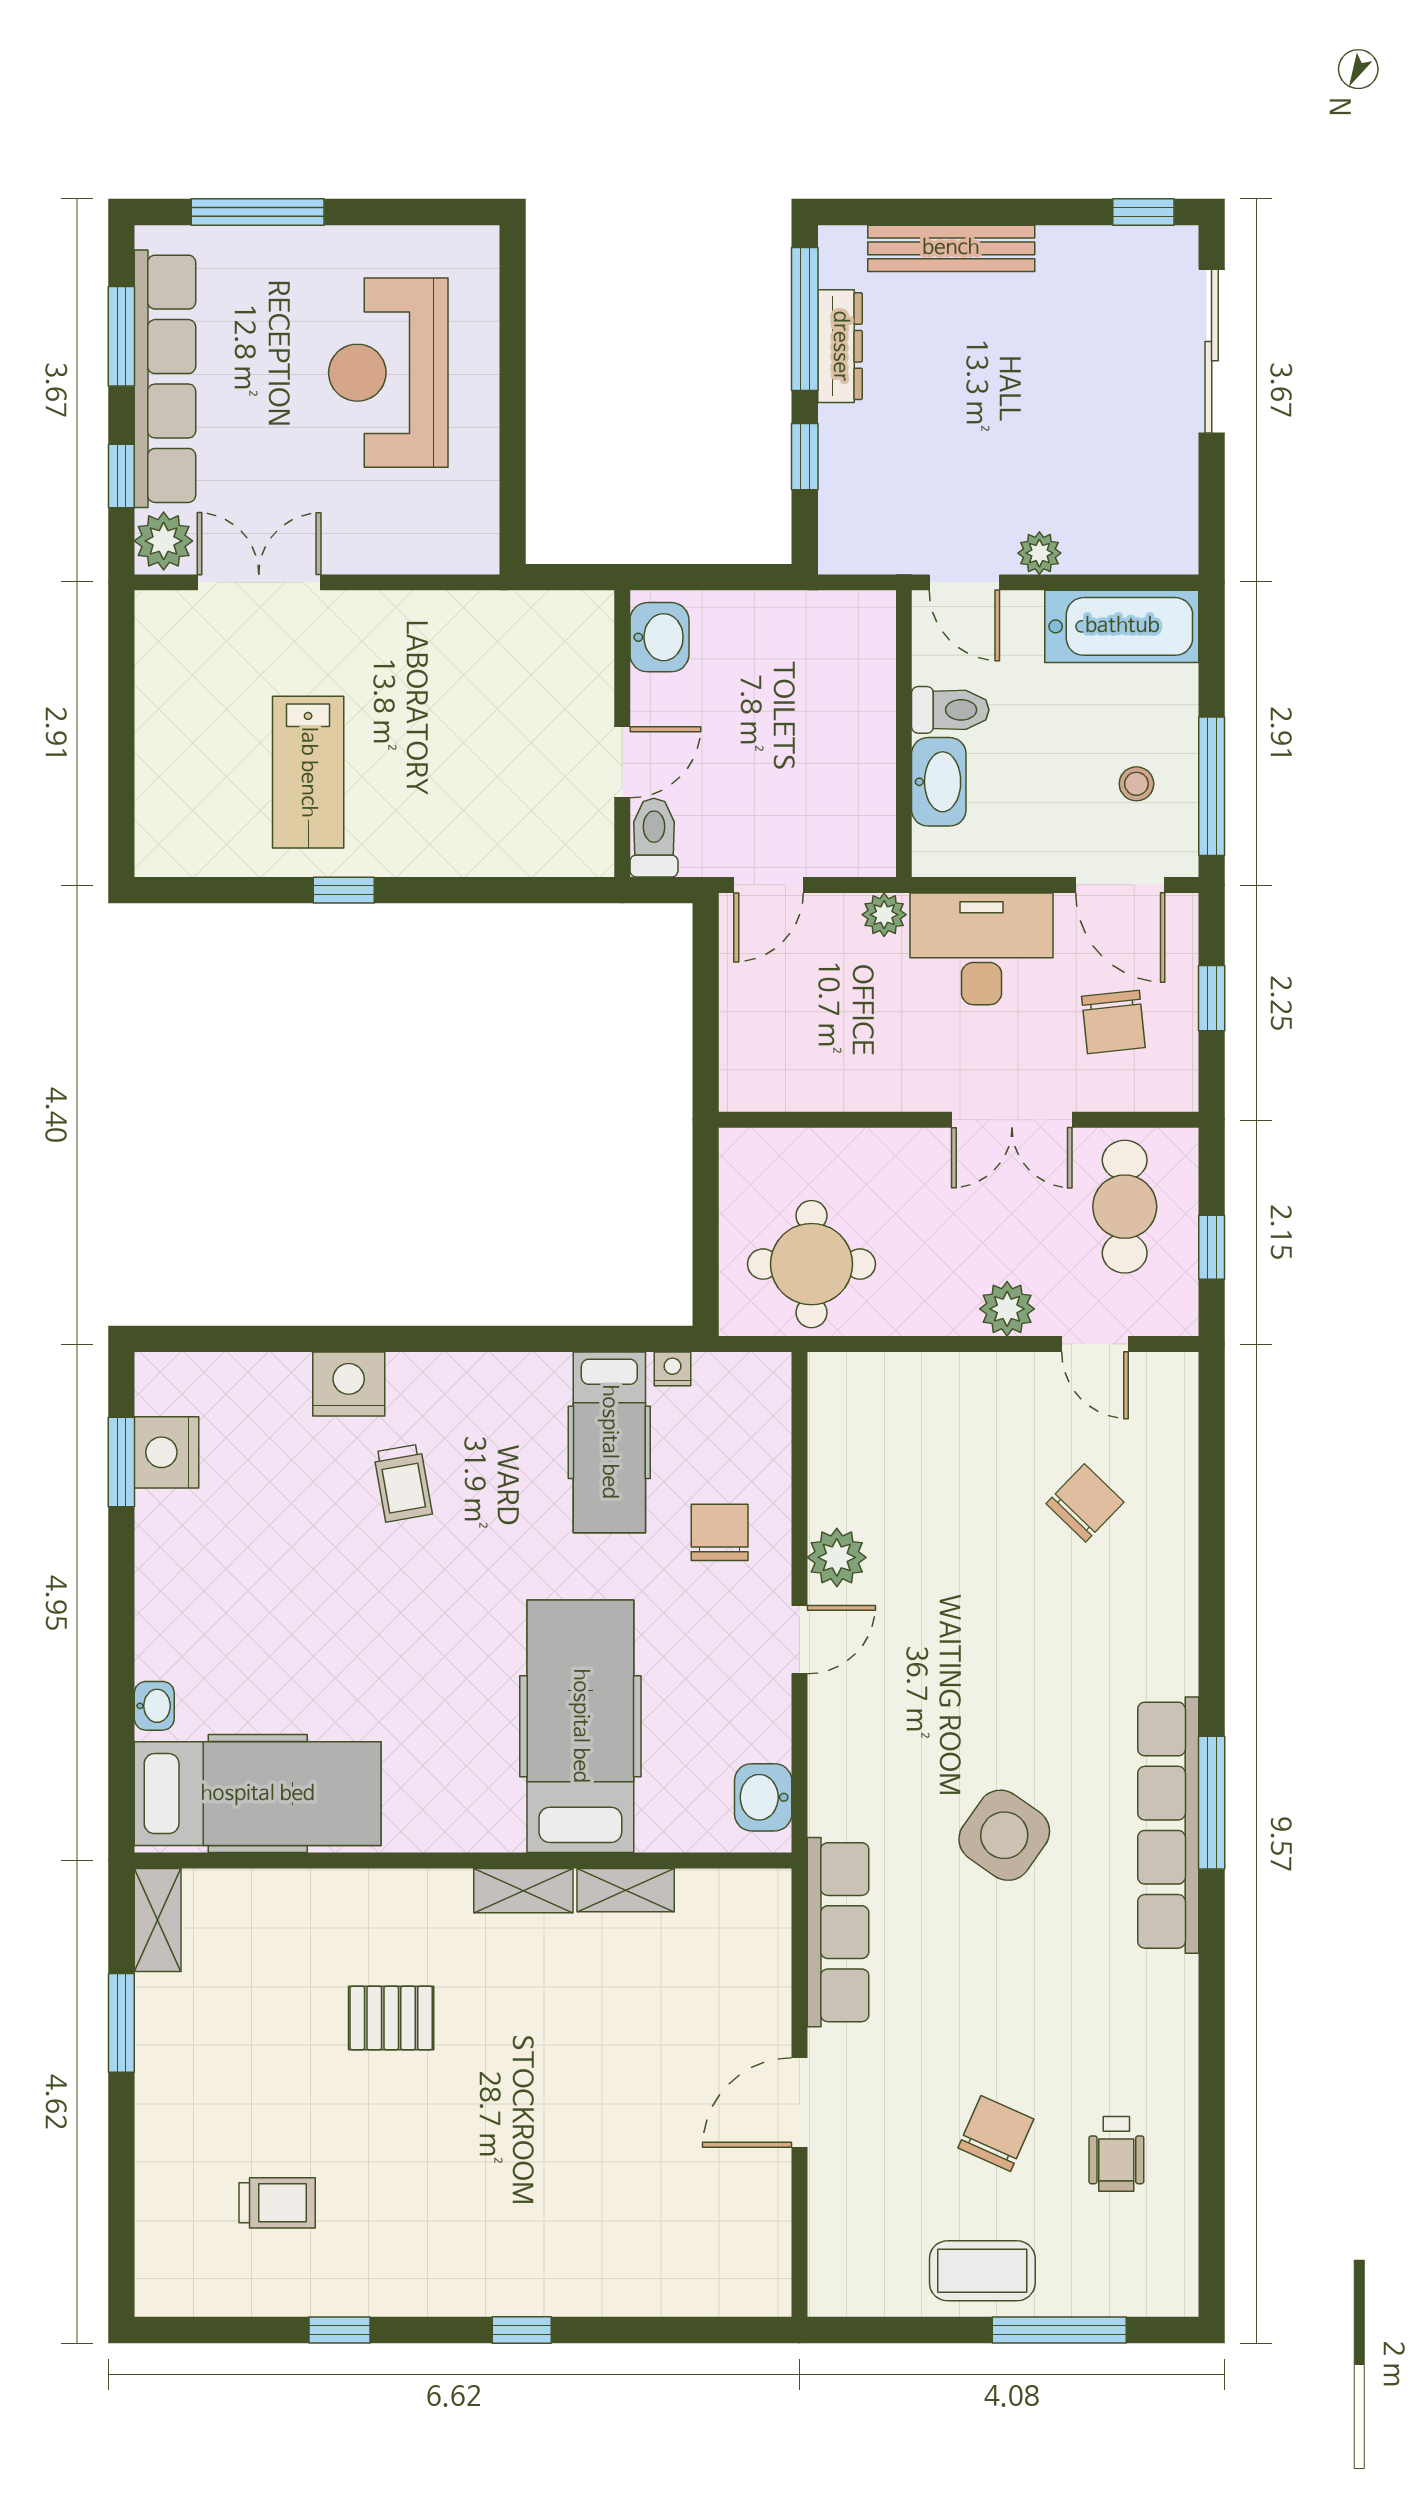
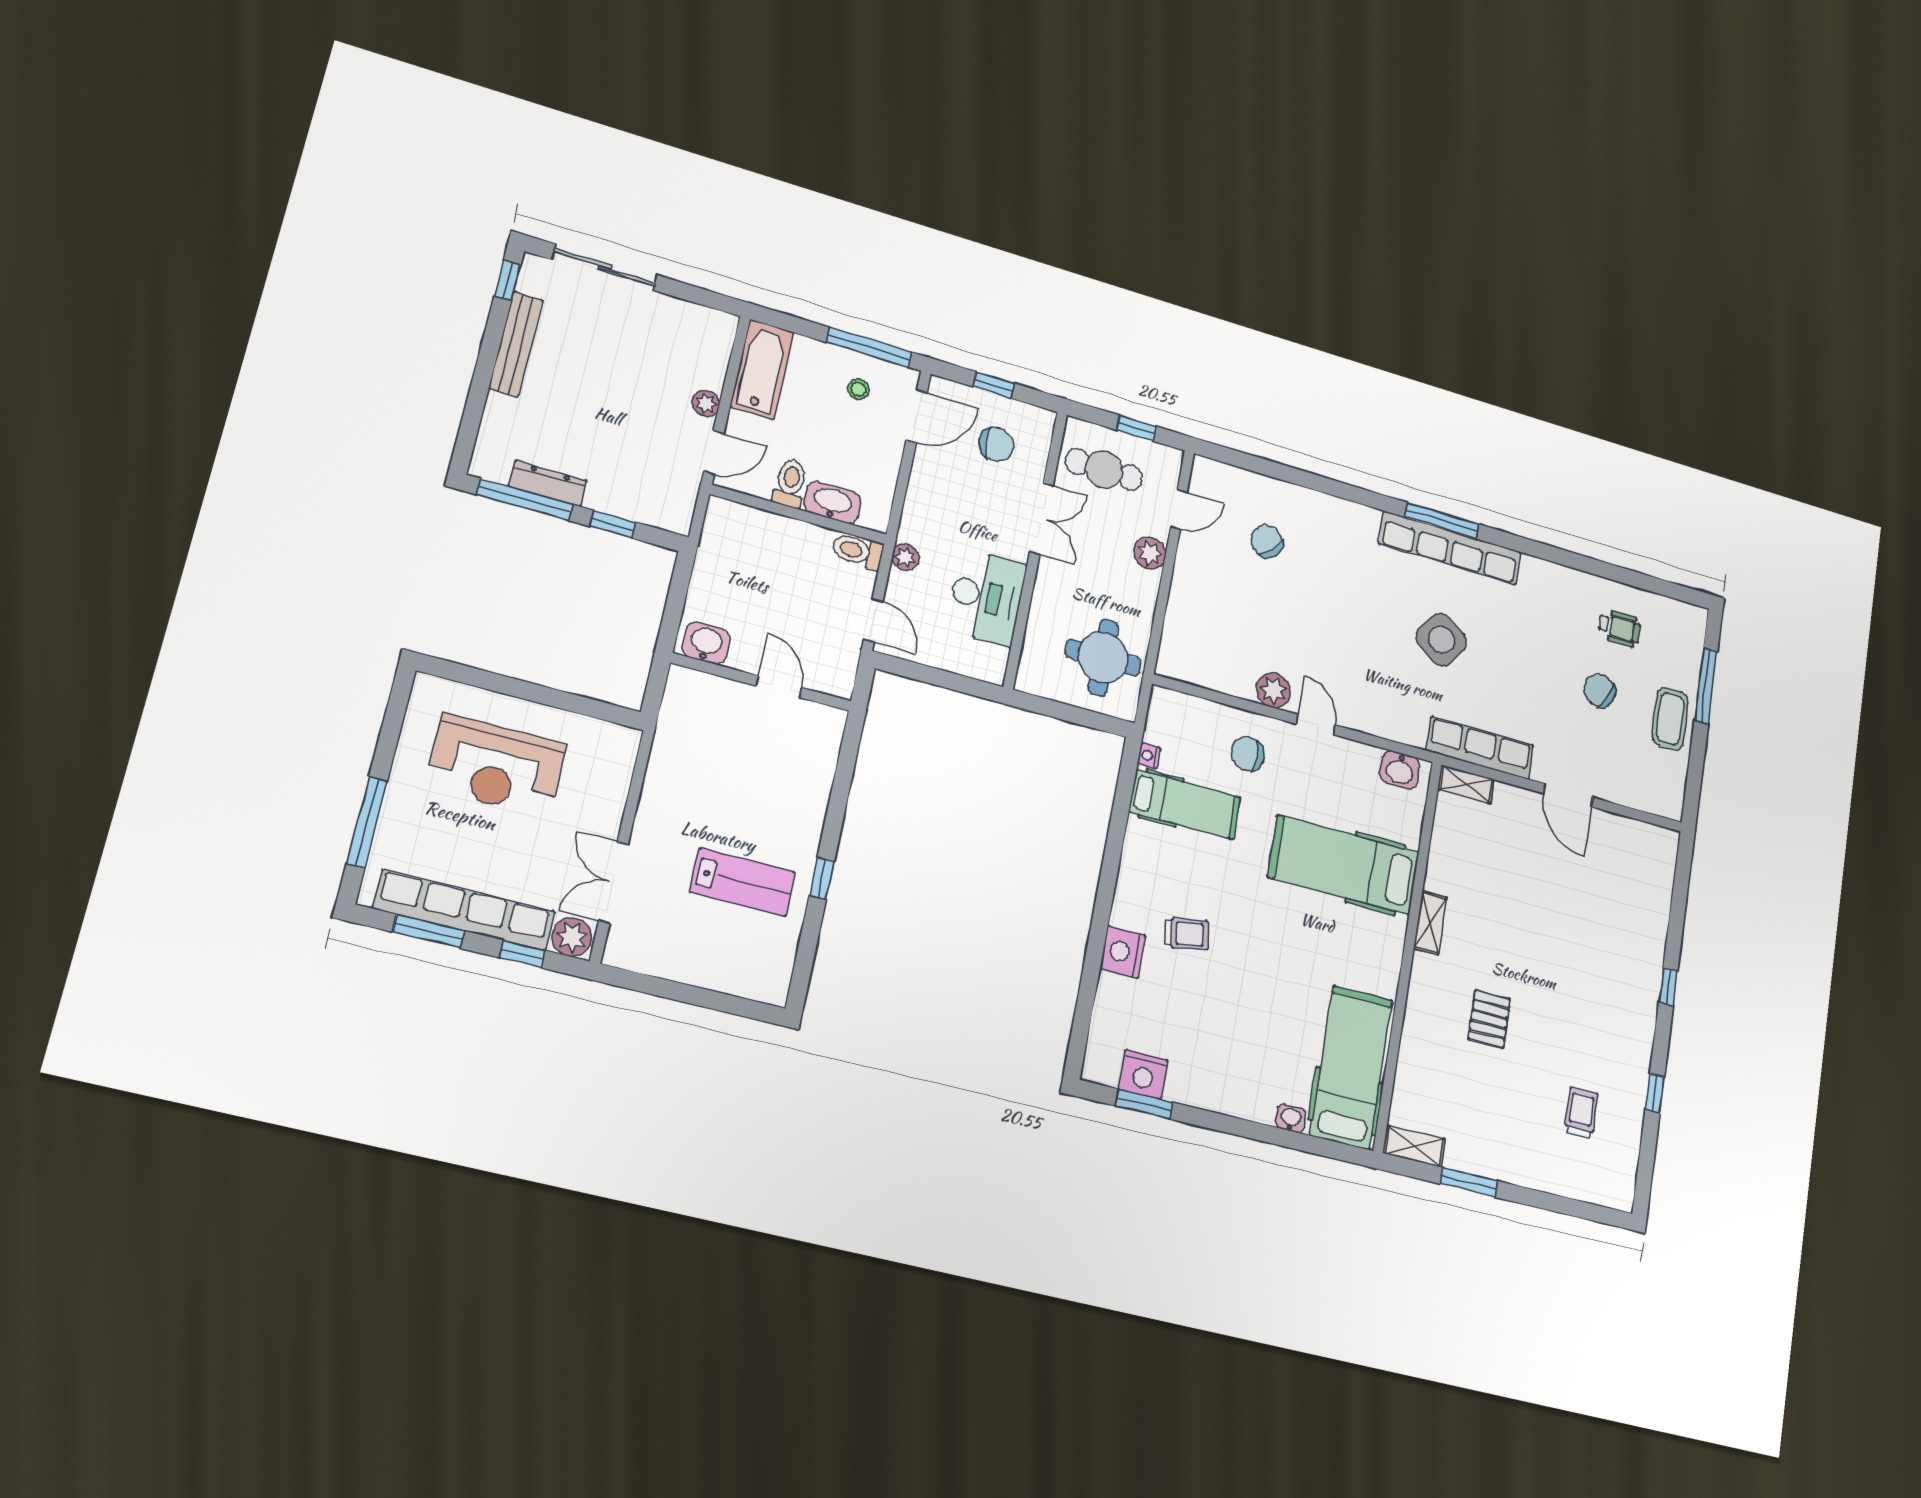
bench: (951, 248) -> (516, 344), moved
toilet: (654, 838) -> (858, 551), moved
desk: (982, 949) -> (986, 597), moved, turned 180
shelving: (626, 1890) -> (1466, 784), moved, turned 90

